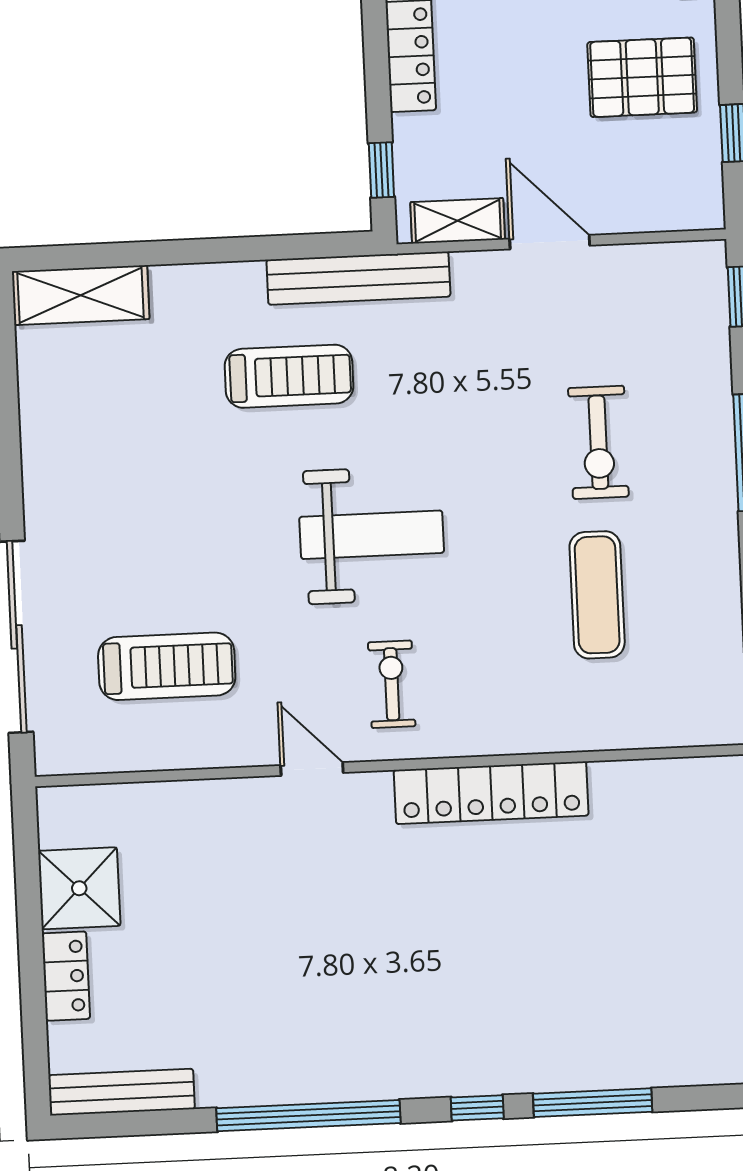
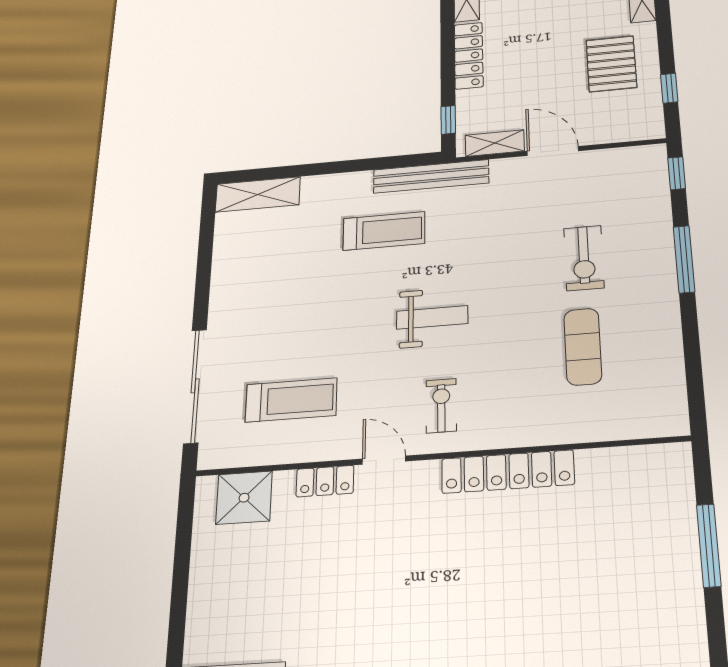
pallet: (642, 77) -> (611, 64), turned 90
weight bench: (372, 535) -> (432, 317), width x0.73, depth x0.75
shower: (79, 888) -> (244, 498), moved
locker: (66, 976) -> (325, 481), moved, turned 90

